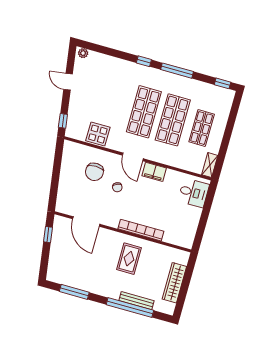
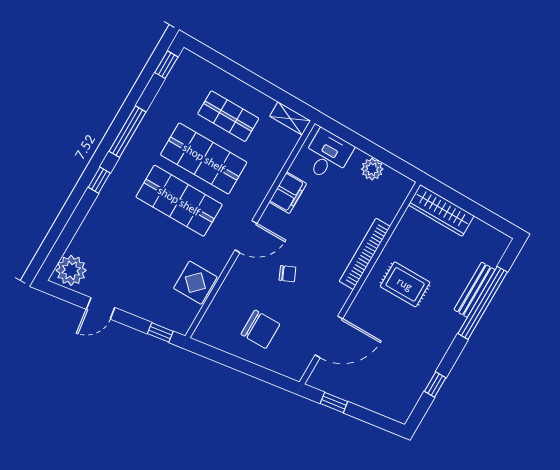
plant: (83, 53) -> (71, 270), width x1.88, depth x1.88
chair: (94, 172) -> (260, 329), moved
filing cabinet: (154, 172) -> (288, 193), moved
plant: (192, 221) -> (372, 169), added
wardrobe: (174, 283) -> (441, 210), moved
window: (74, 292) -> (435, 384), width x0.46

